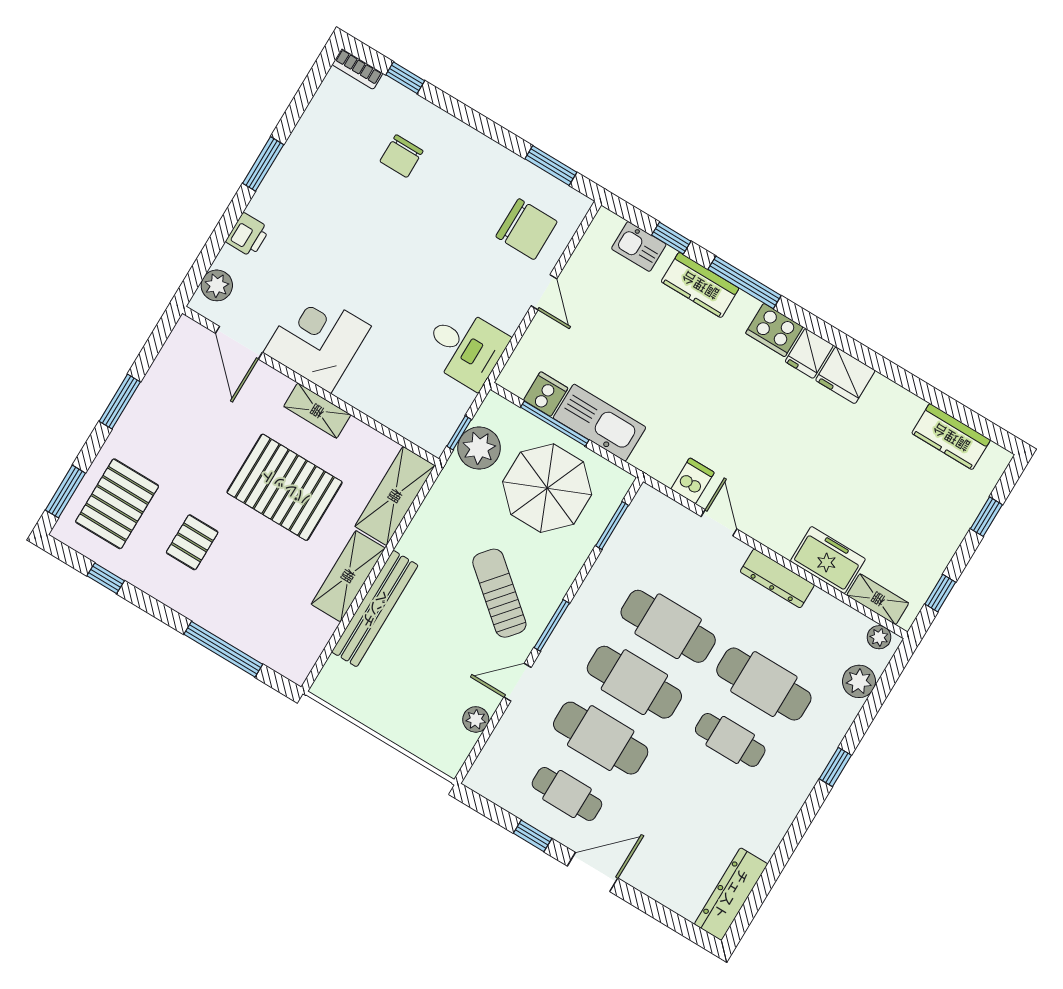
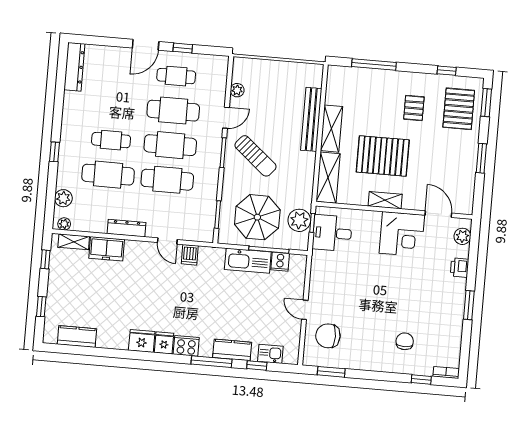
desk: (465, 347) -> (332, 233), moved

